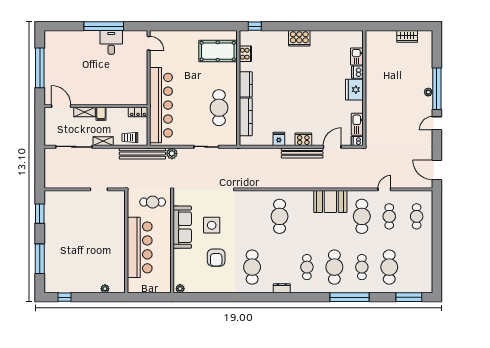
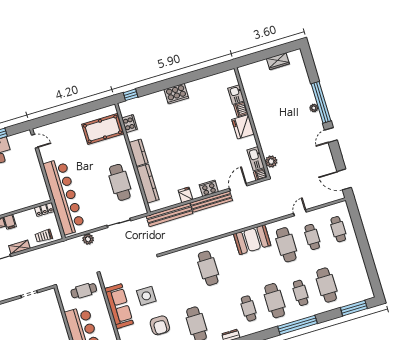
plant: (371, 131) -> (271, 161), added
bench: (142, 154) -> (169, 215), moved

